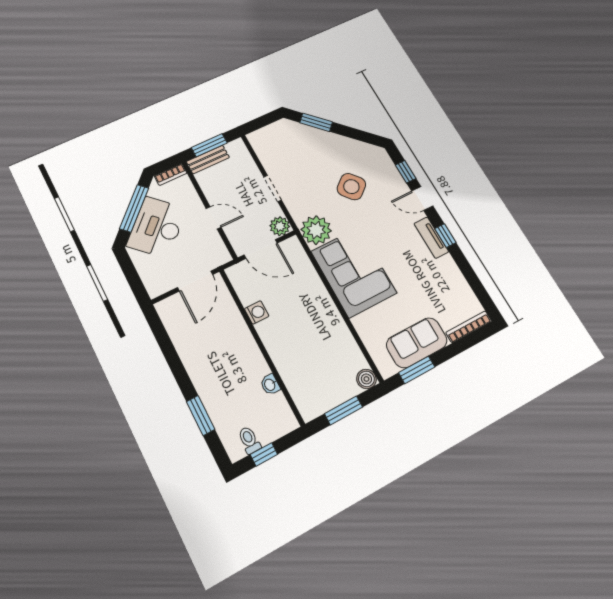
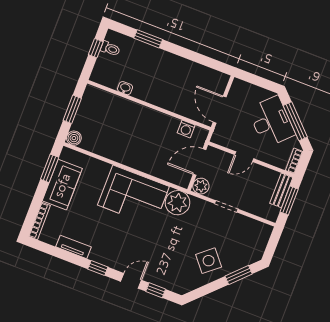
side table: (351, 187) -> (209, 261), moved
tv unit: (431, 238) -> (73, 247), moved
washing machine: (257, 312) -> (186, 129), moved

